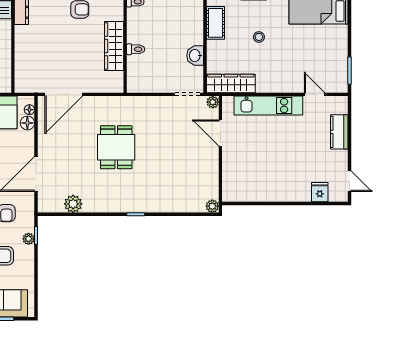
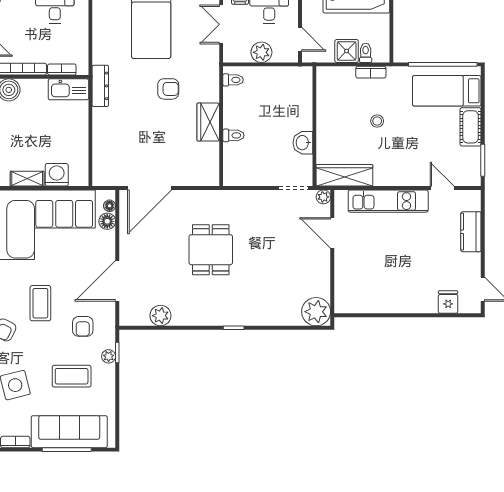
cot: (216, 23) -> (470, 127), moved
wardrobe: (114, 46) -> (208, 122), width x0.67
plant: (212, 206) -> (316, 312), width x1.87, depth x1.87

